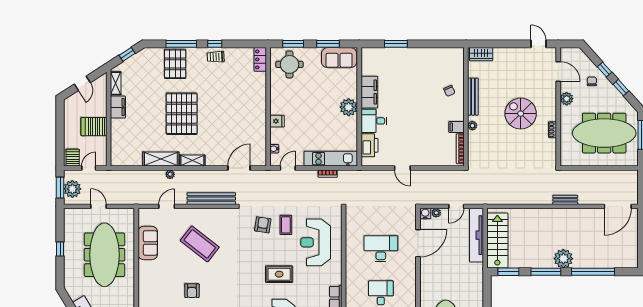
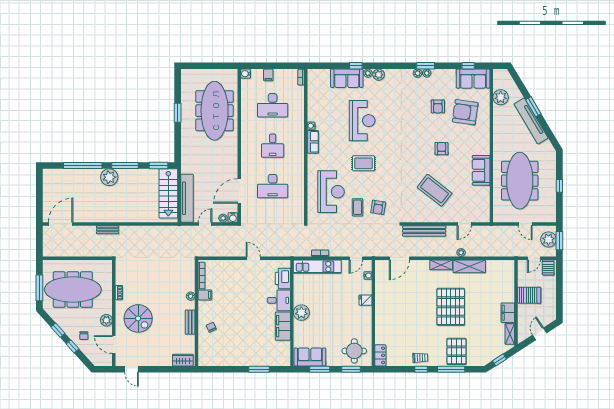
bench: (473, 97) -> (190, 322), width x0.73
spiral stairs: (521, 114) -> (138, 318), moved
sofa: (148, 243) -> (481, 170), moved

